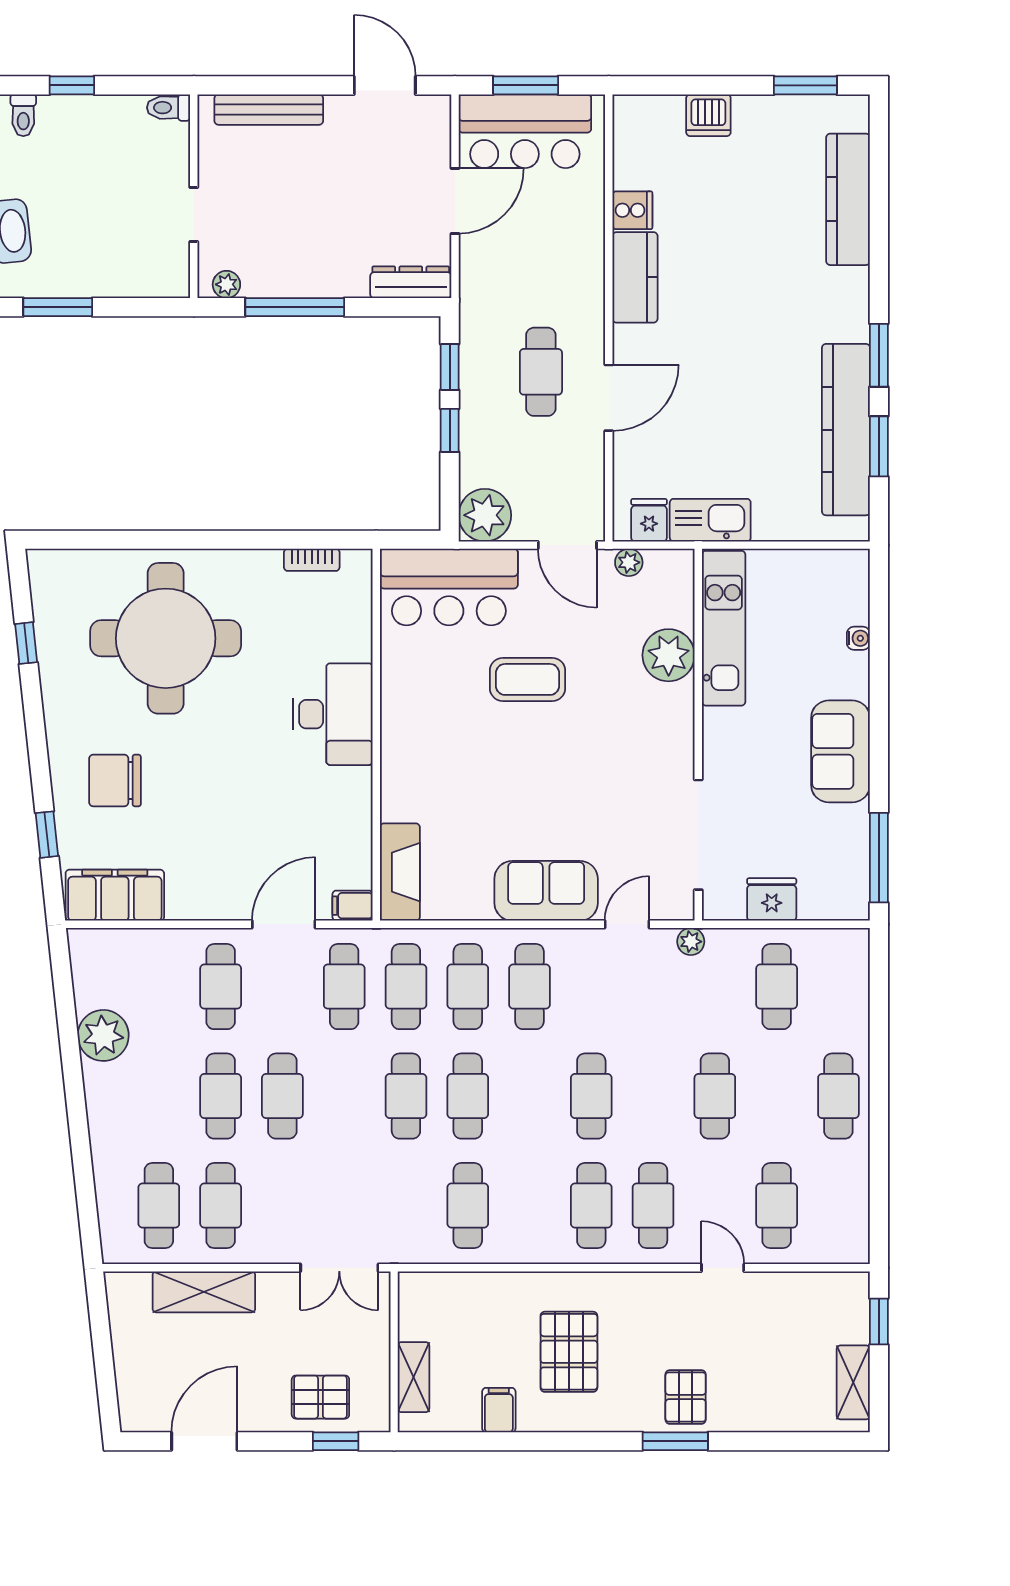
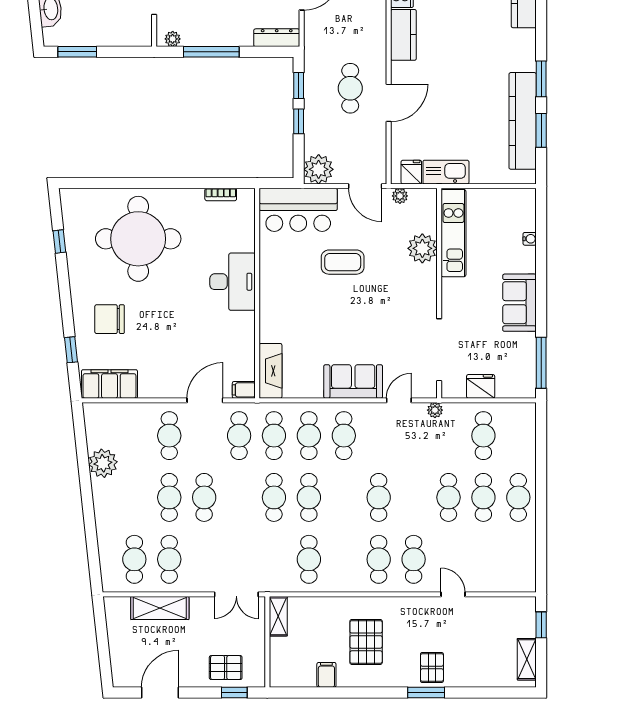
cafe table: (777, 1206) -> (483, 497), moved
shelving: (414, 1377) -> (278, 616), moved

